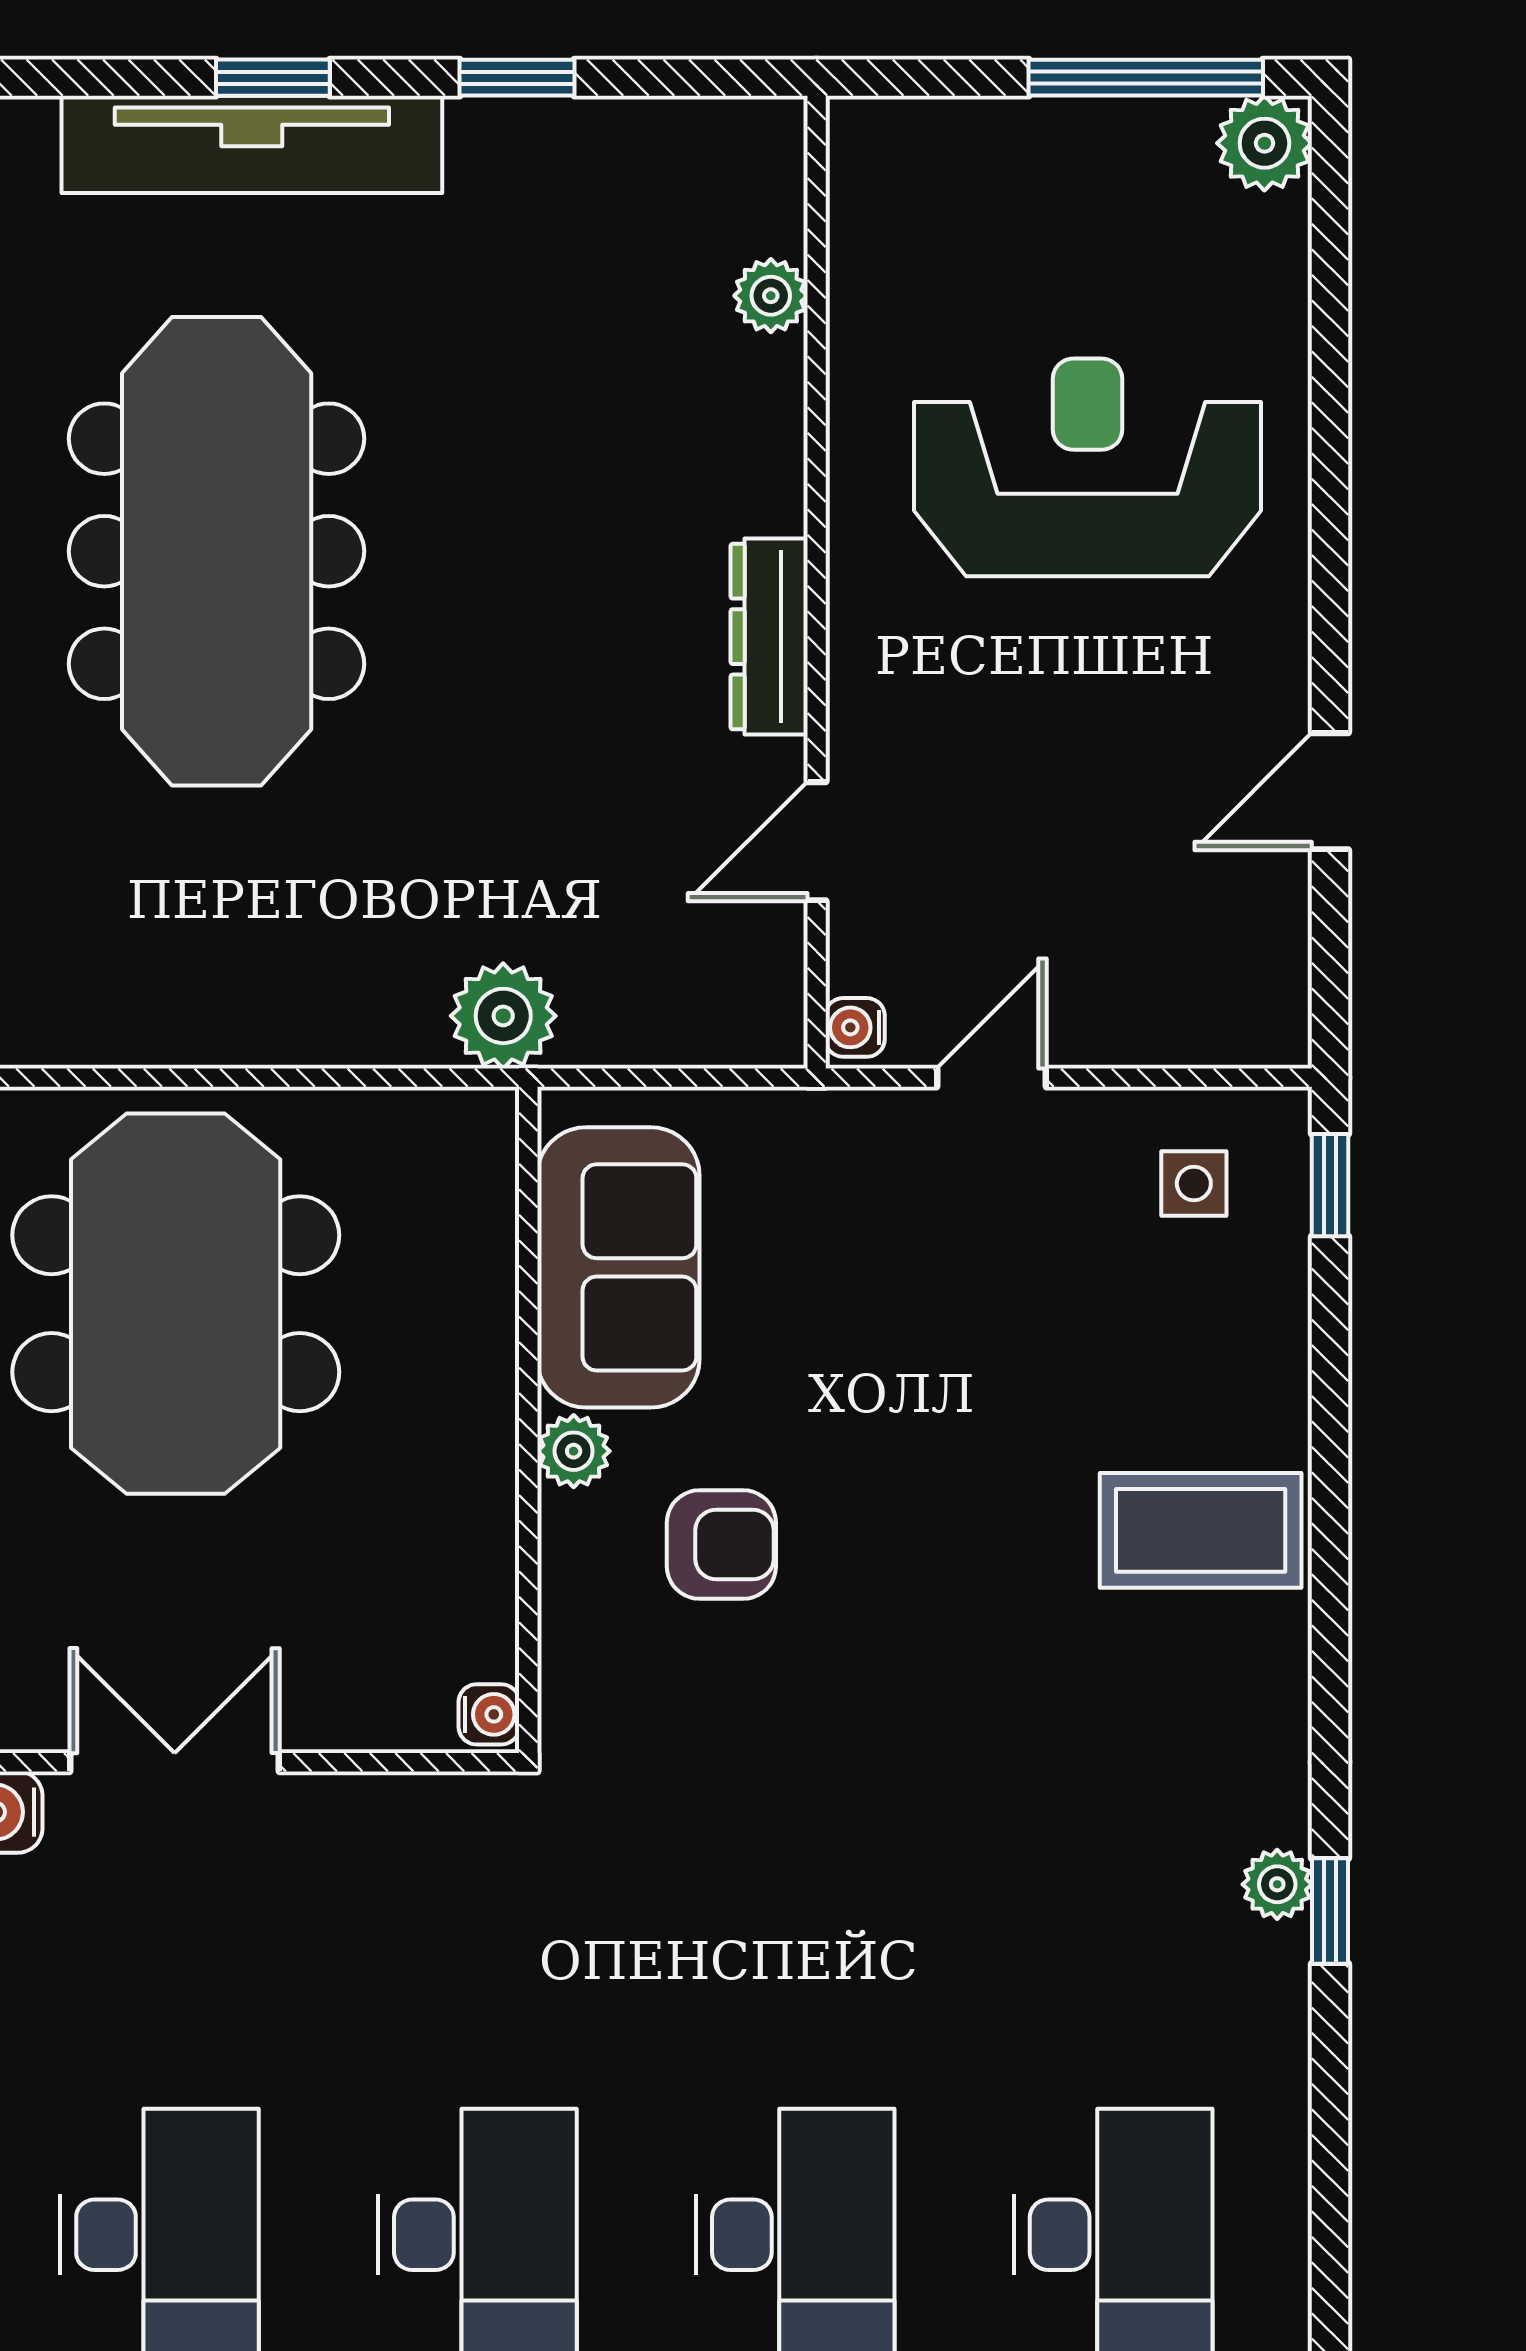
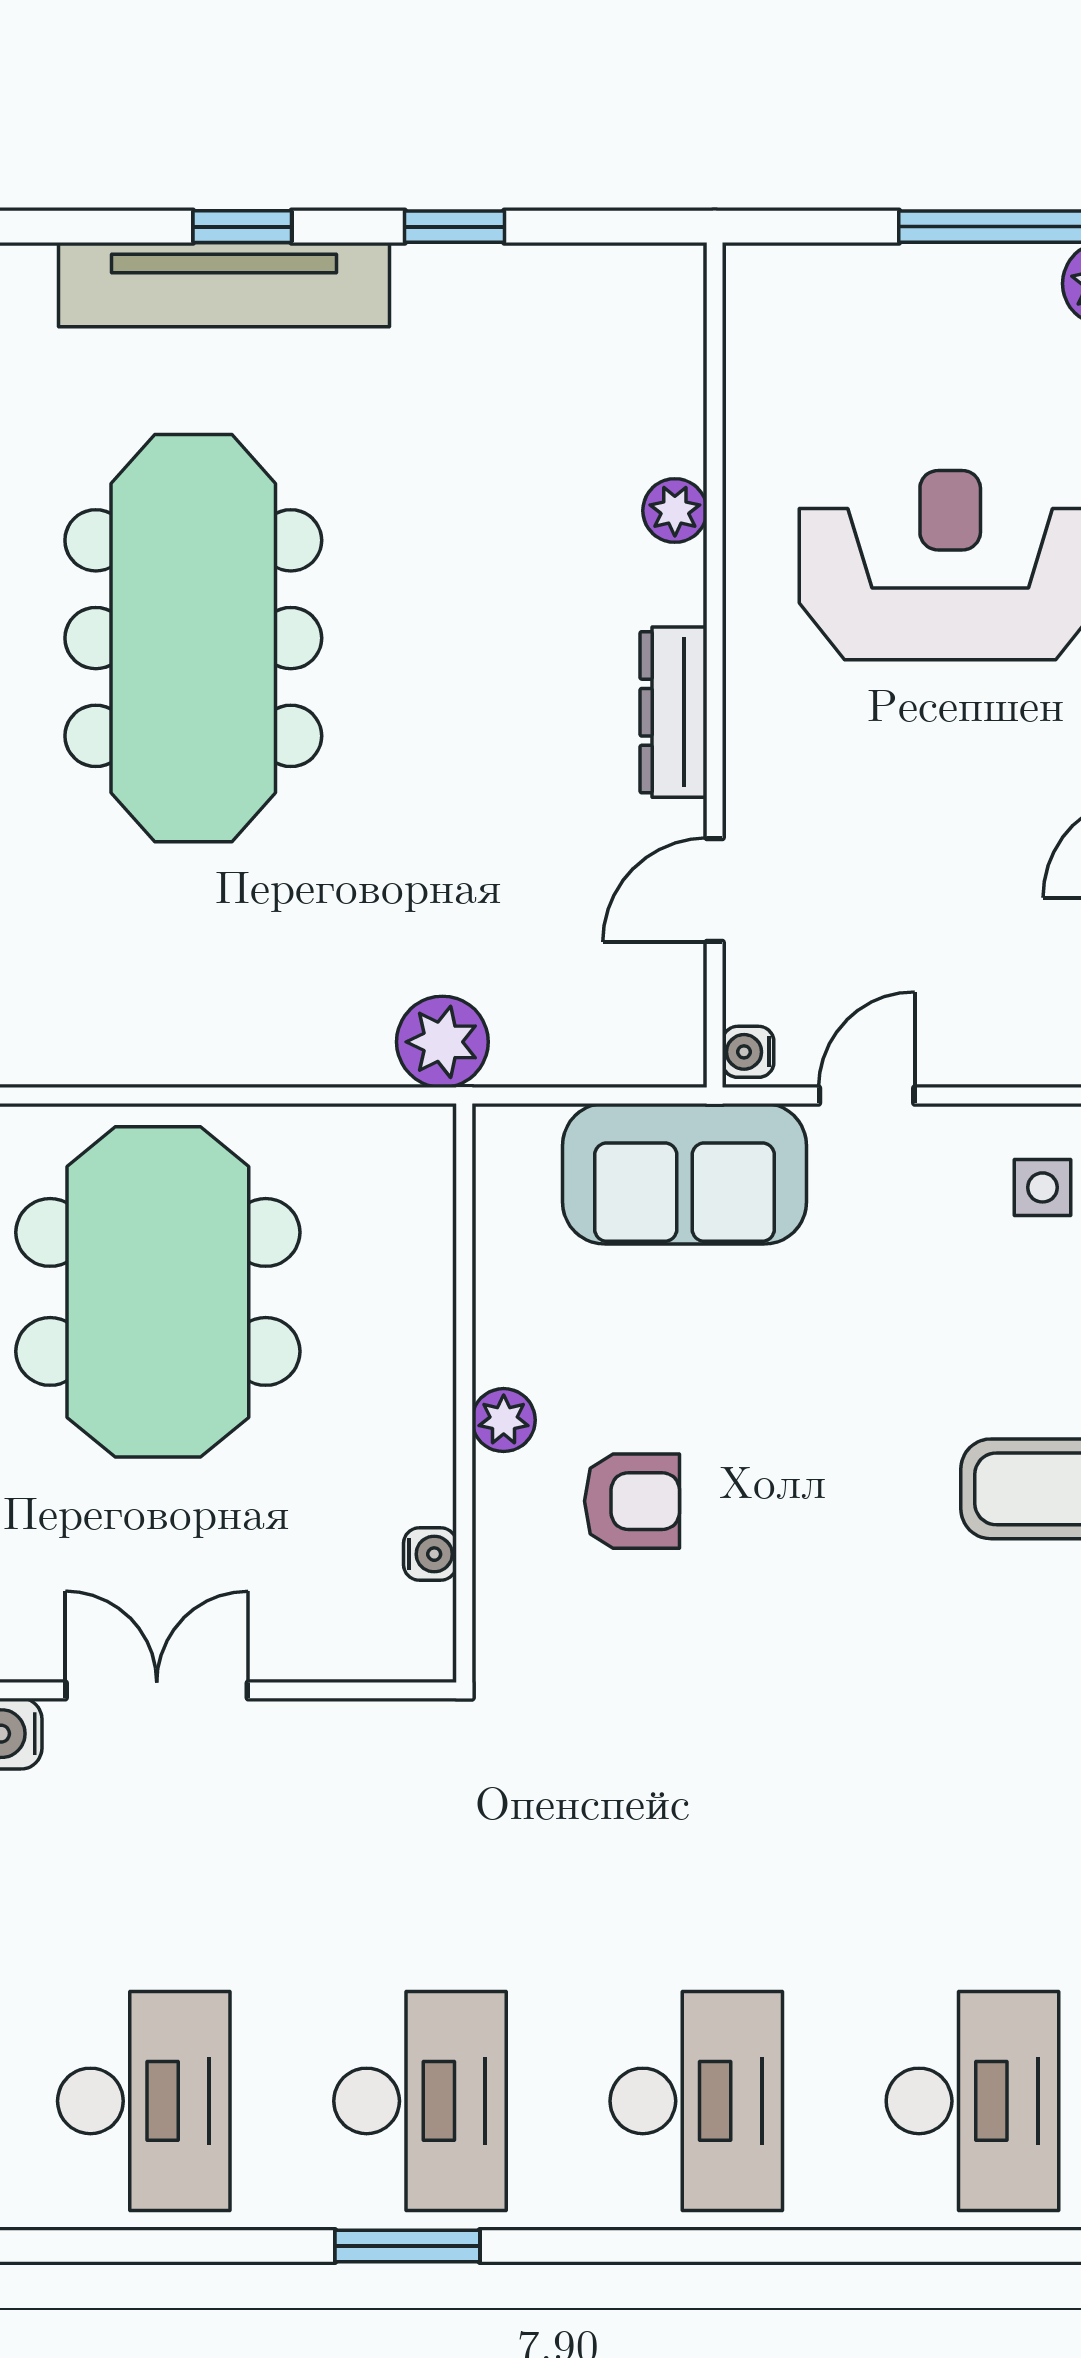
plant: (771, 296) -> (675, 511), moved
sofa: (618, 1267) -> (685, 1174), moved, turned 90
water cooler: (489, 1714) -> (430, 1554), moved

